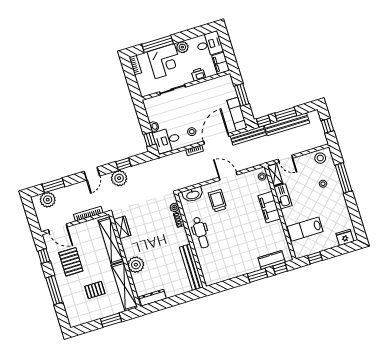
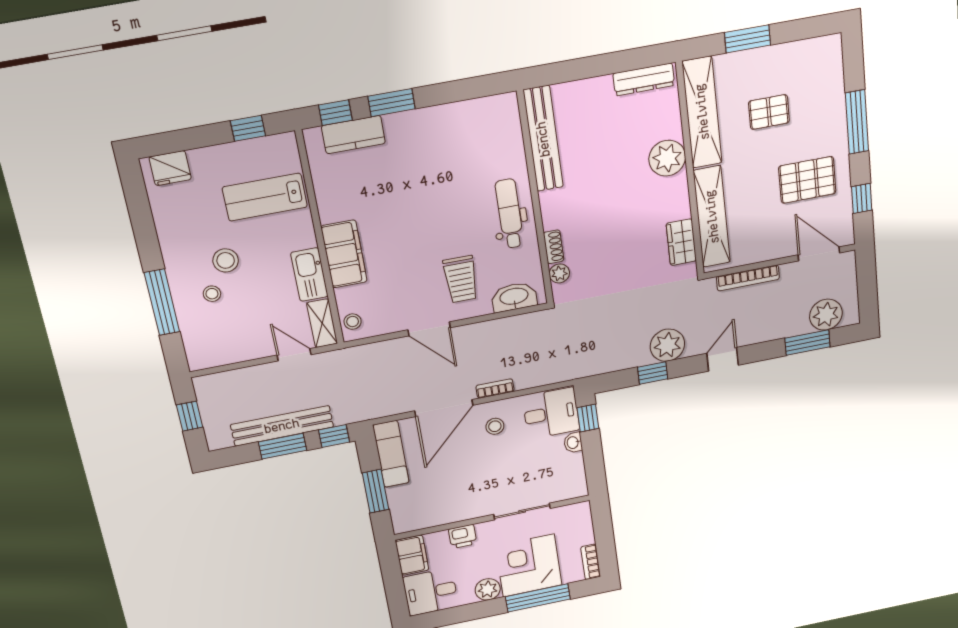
bench: (248, 135) -> (372, 409), removed
stool: (320, 158) -> (226, 260), moved
lab bench: (305, 229) -> (265, 197), turned 180
pallet: (71, 262) -> (807, 180), turned 90

